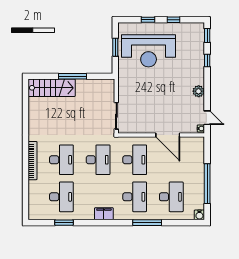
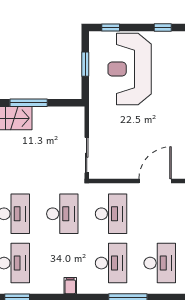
window: (148, 20) -> (111, 27), moved
reception desk: (149, 51) -> (130, 69), turned 90
door: (168, 135) -> (155, 181), swing flipped
filing cabinet: (104, 214) -> (70, 286), width x0.50

